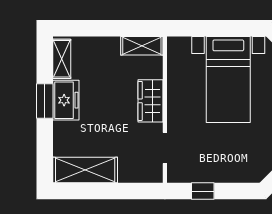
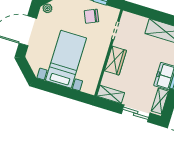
sliding door: (94, 28) -> (136, 113), added
chair: (209, 159) -> (91, 16), added

